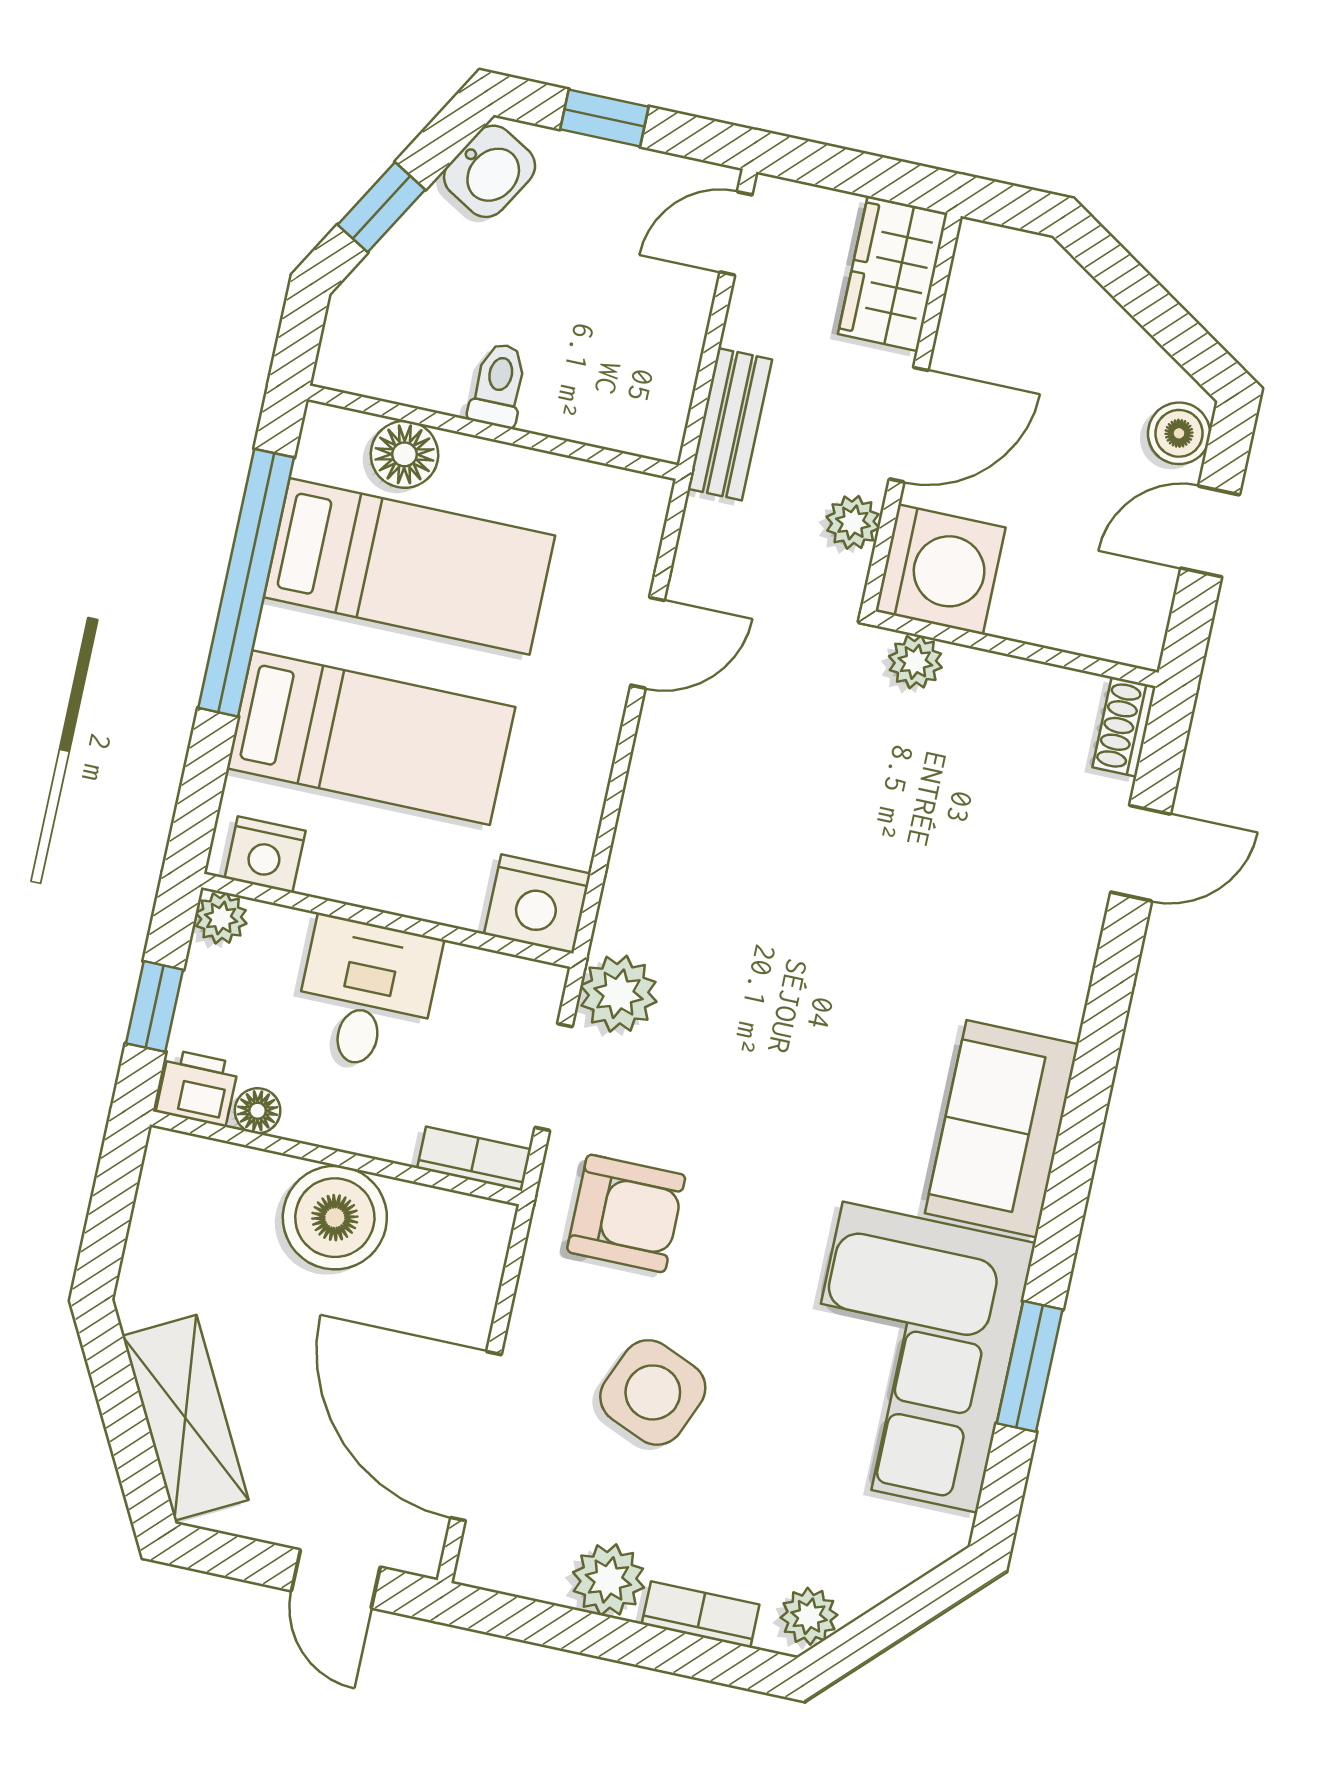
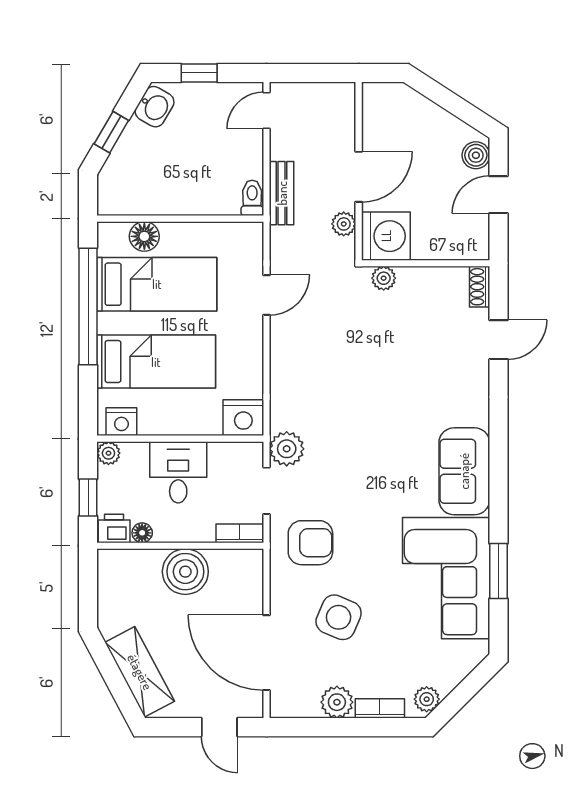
wardrobe: (893, 274) -> (338, 113), removed
toilet: (498, 385) -> (252, 198), moved

